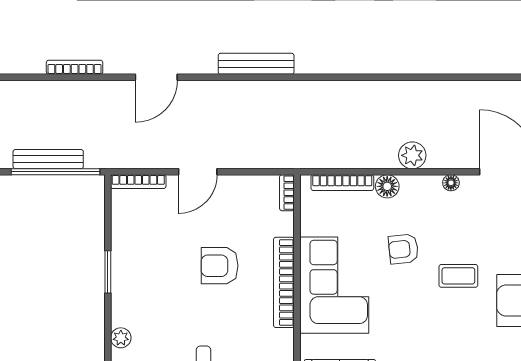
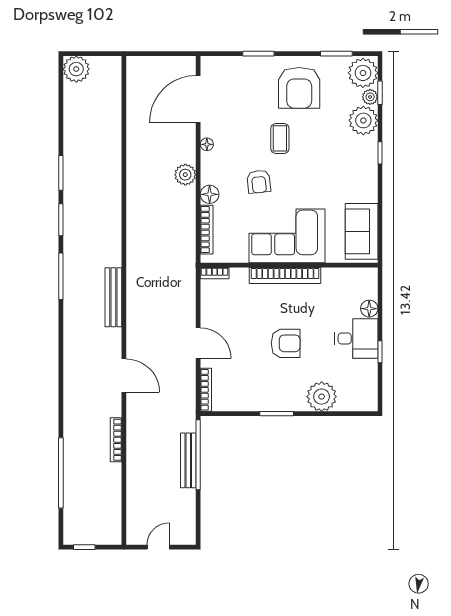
armchair: (220, 266) -> (286, 343), moved, turned -90
plant: (121, 338) -> (322, 397), width x1.88, depth x1.88

